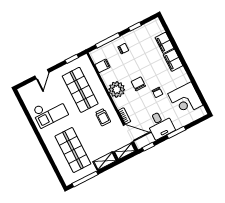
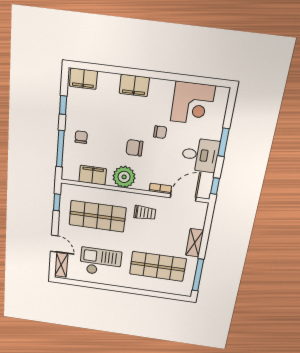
filing cabinet: (164, 43) -> (83, 79), moved
filing cabinet: (103, 66) -> (93, 175), width x2.00
checkout: (50, 112) -> (101, 262), turned -90
shelving: (125, 151) -> (61, 265), moved

